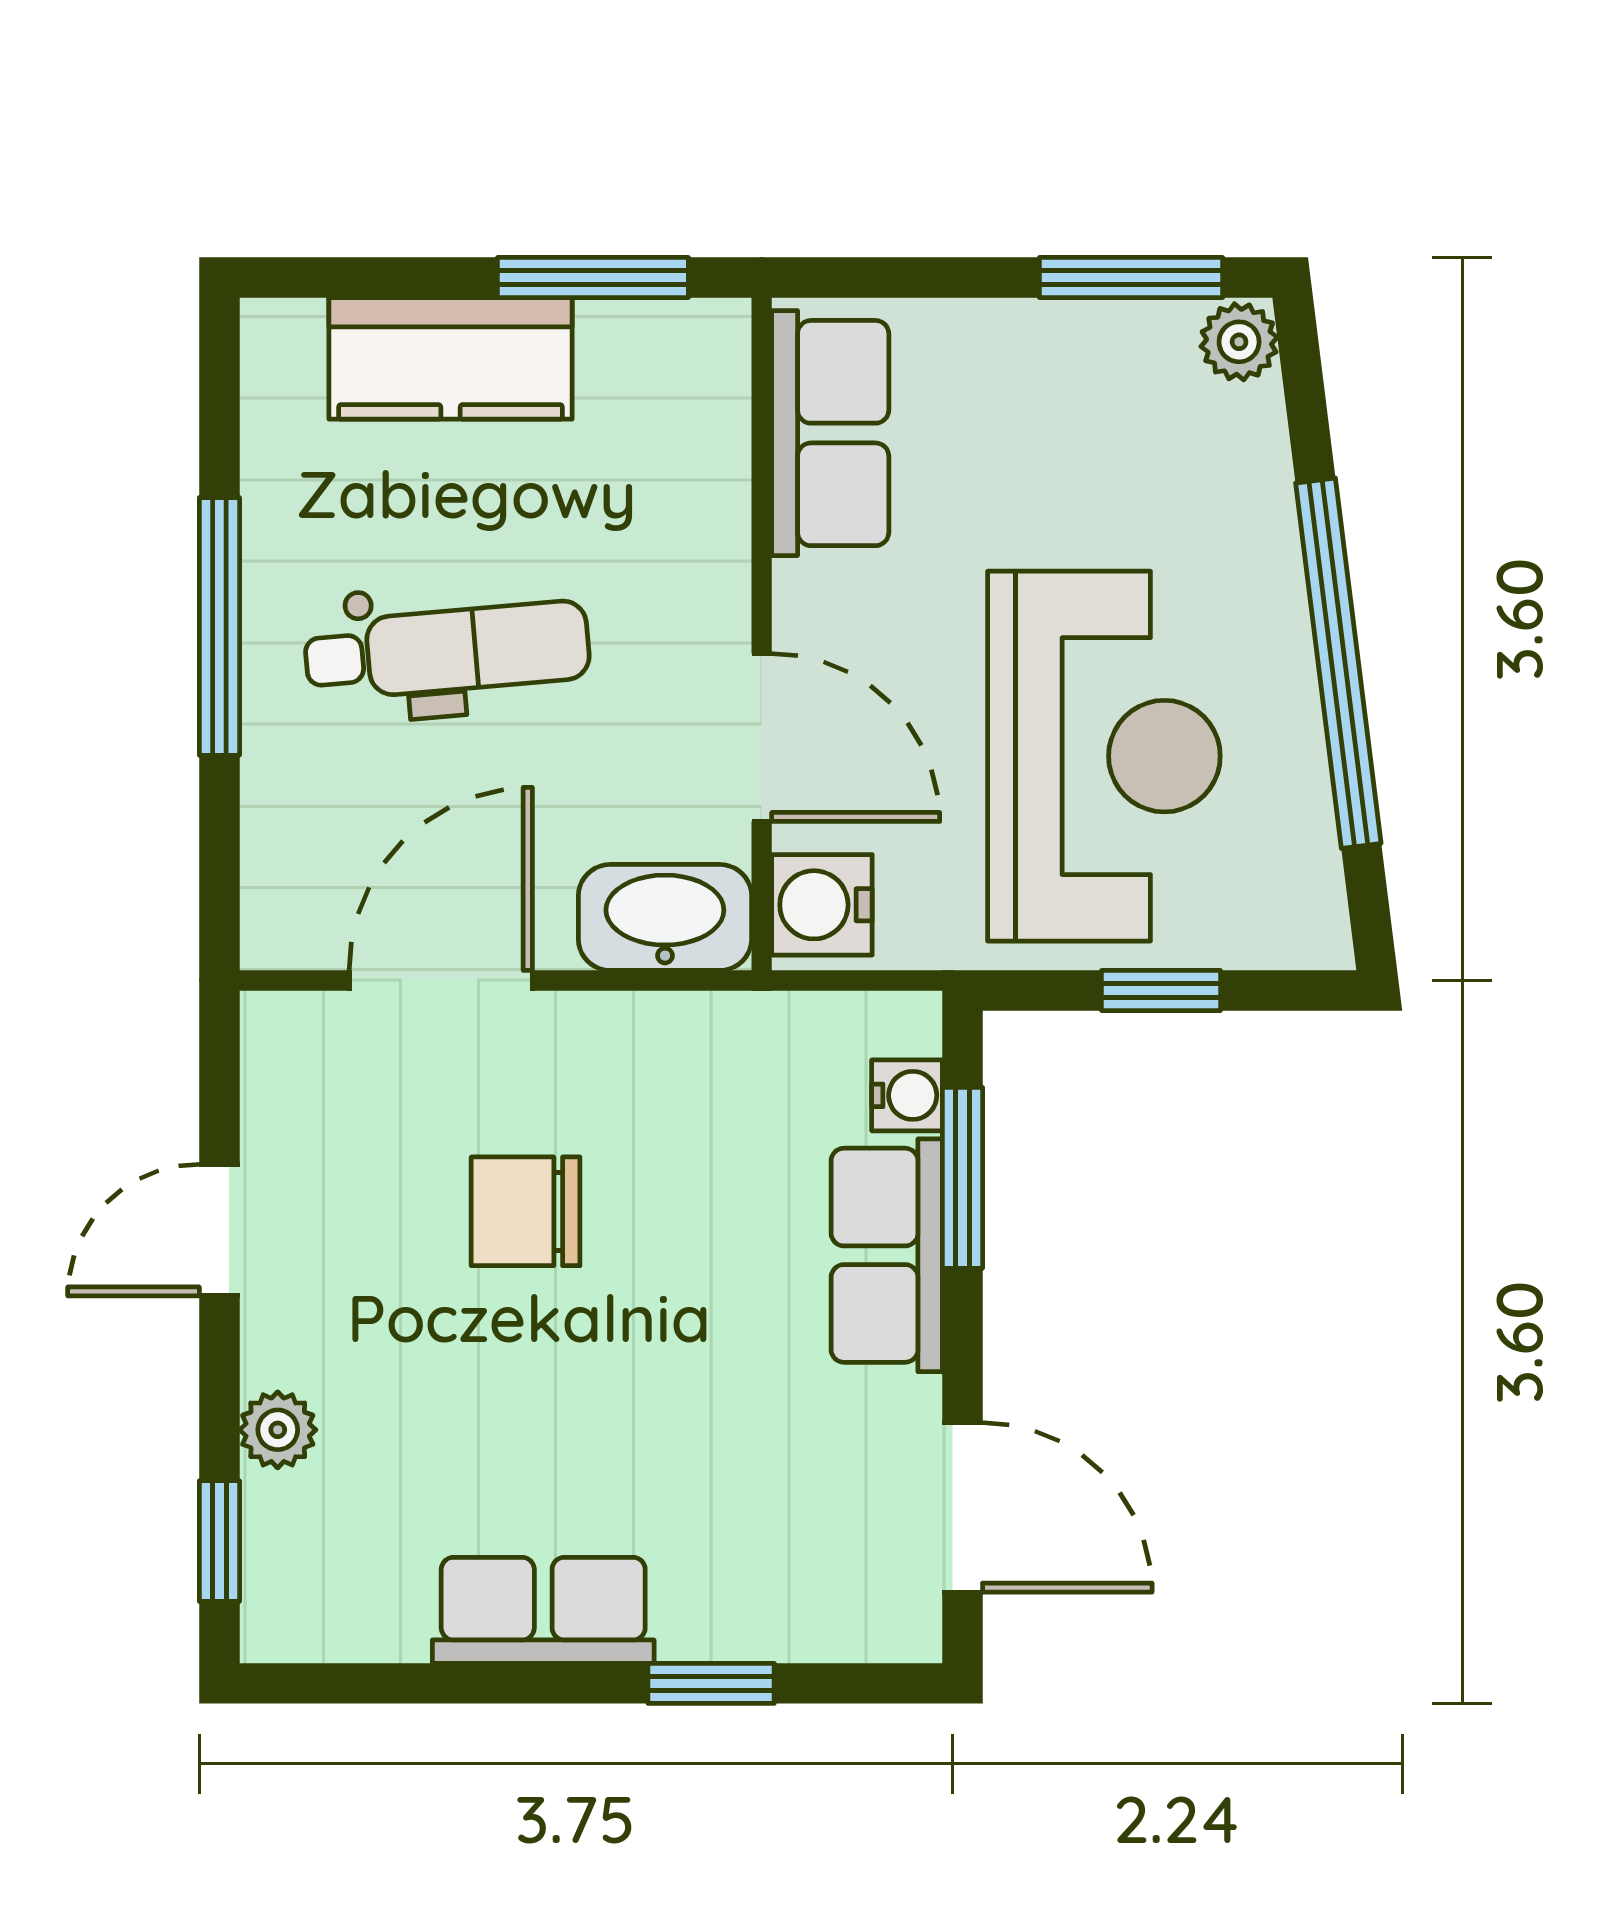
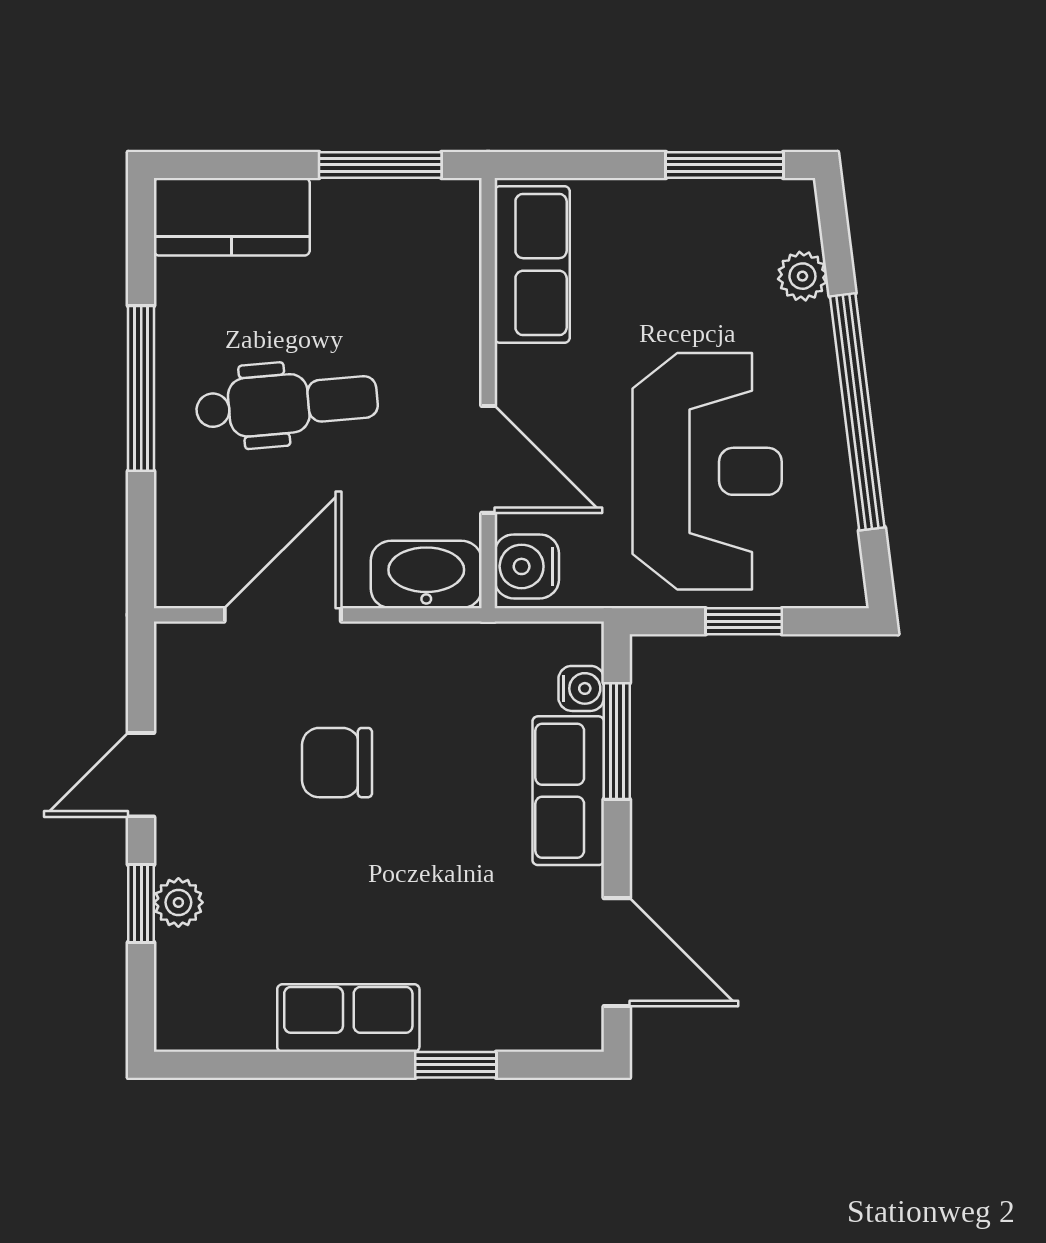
plant: (1239, 342) -> (802, 276), moved
kitchen counter: (450, 358) -> (232, 217), moved
window: (219, 1541) -> (141, 904), moved

